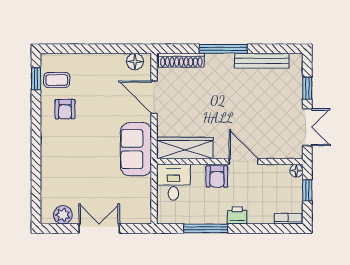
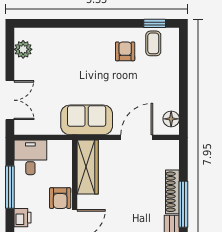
shoe rack: (181, 60) -> (172, 192), moved
armchair: (65, 109) -> (125, 51), turned 90
armchair: (217, 176) -> (60, 198), turned -90
desk: (173, 182) -> (30, 157), moved, turned -90
double door: (99, 228) -> (10, 100), moved

